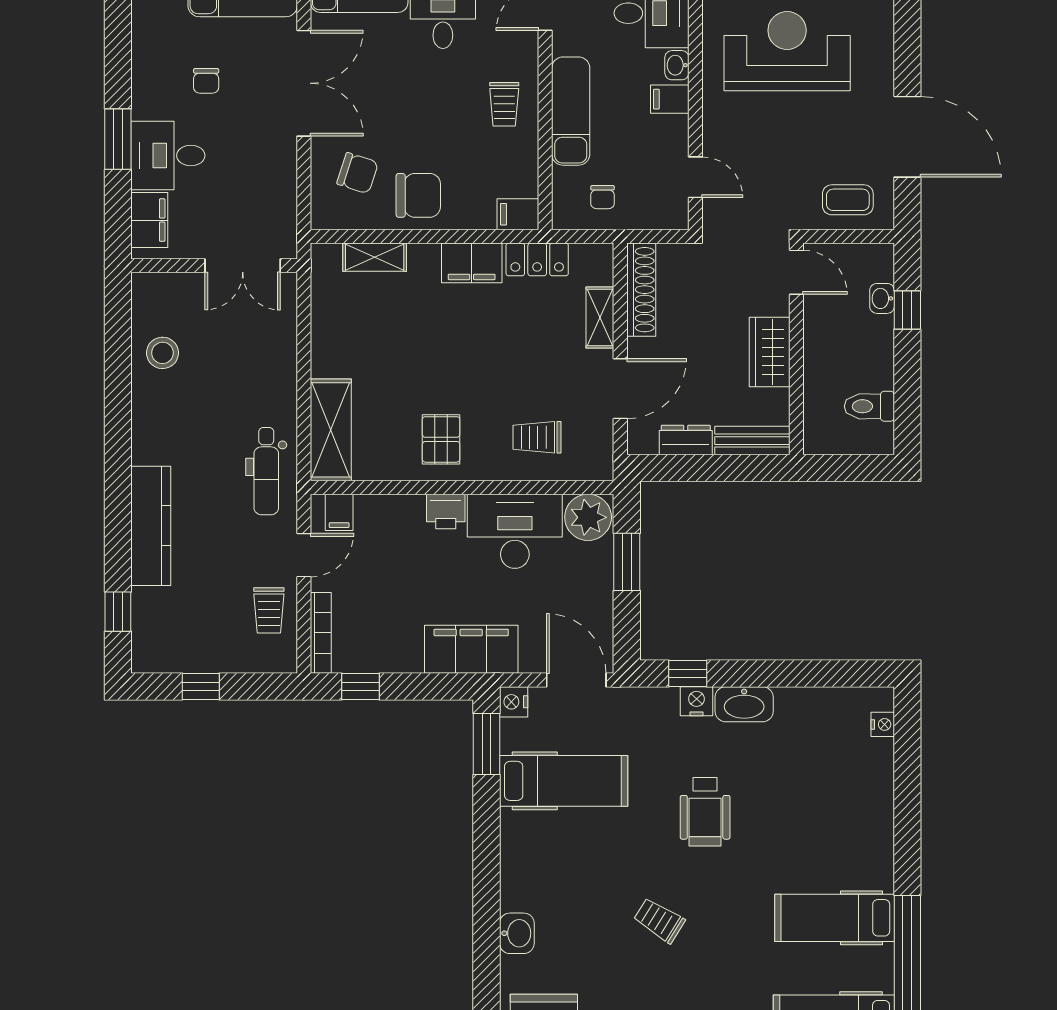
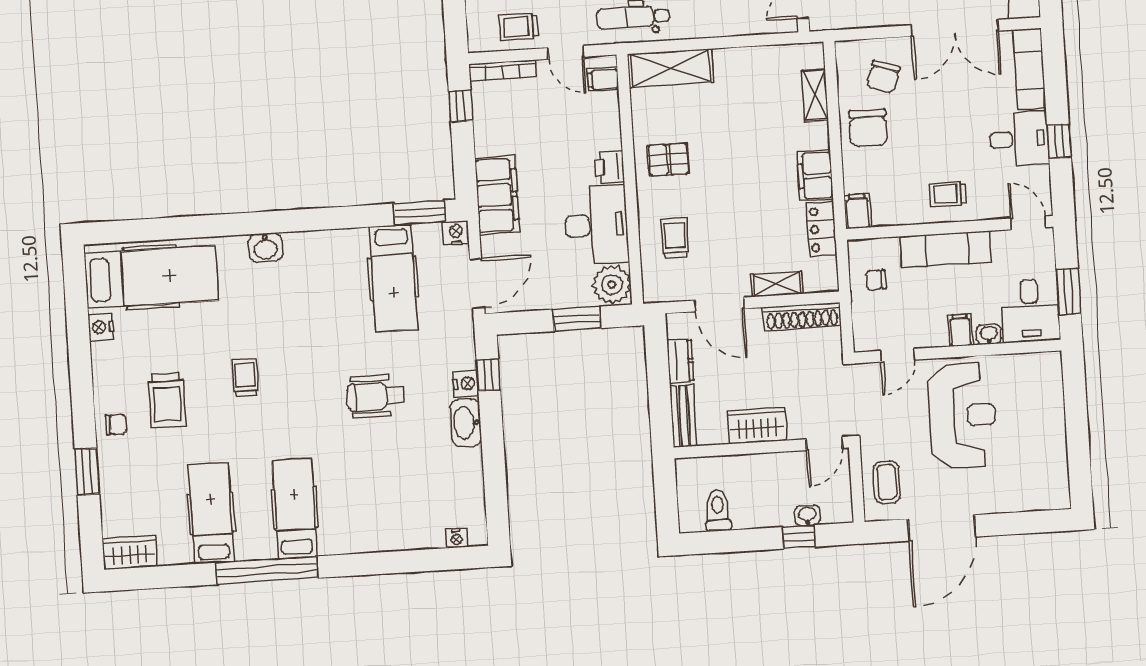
reception desk: (787, 51) -> (962, 416), moved
trolley: (659, 920) -> (245, 377), moved, turned -32

